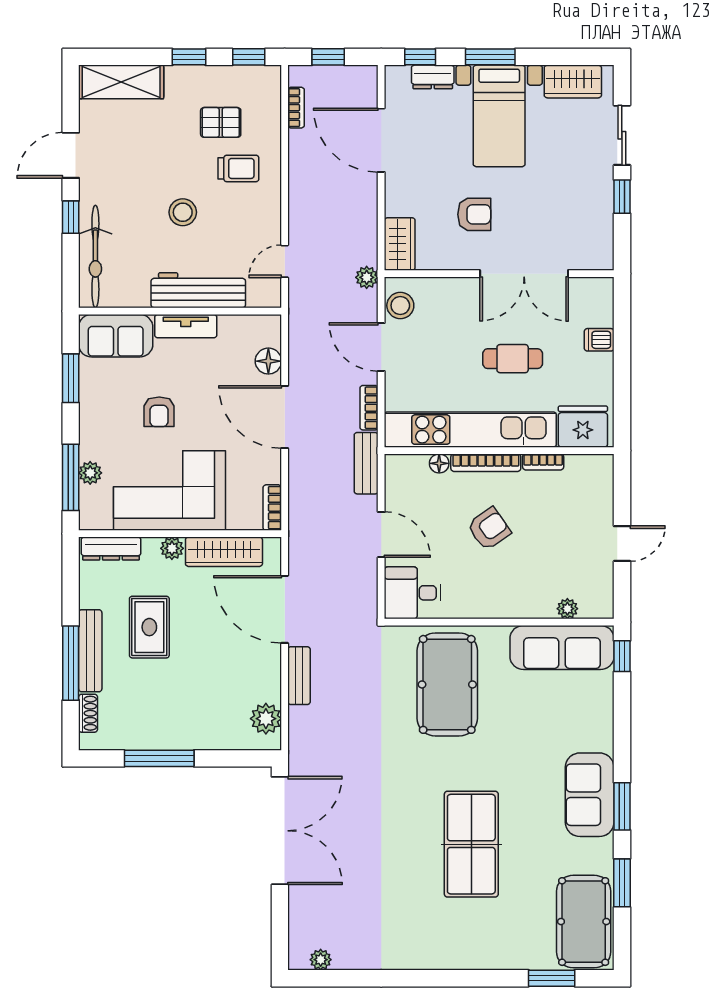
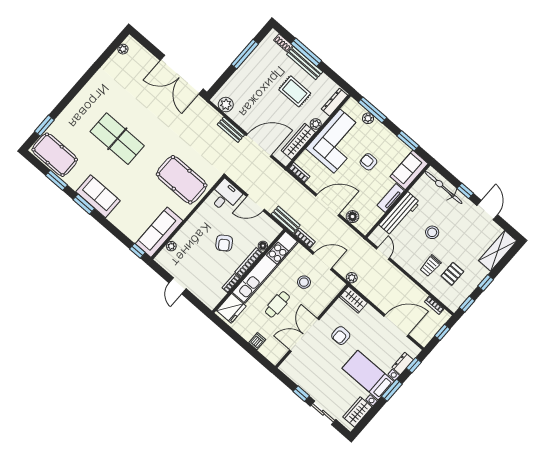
stool: (400, 305) -> (304, 282), moved

